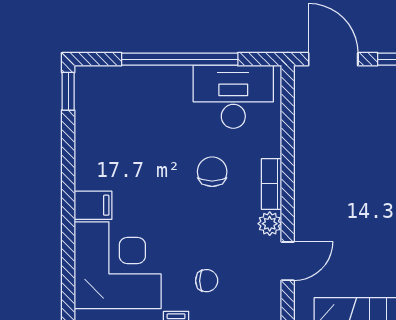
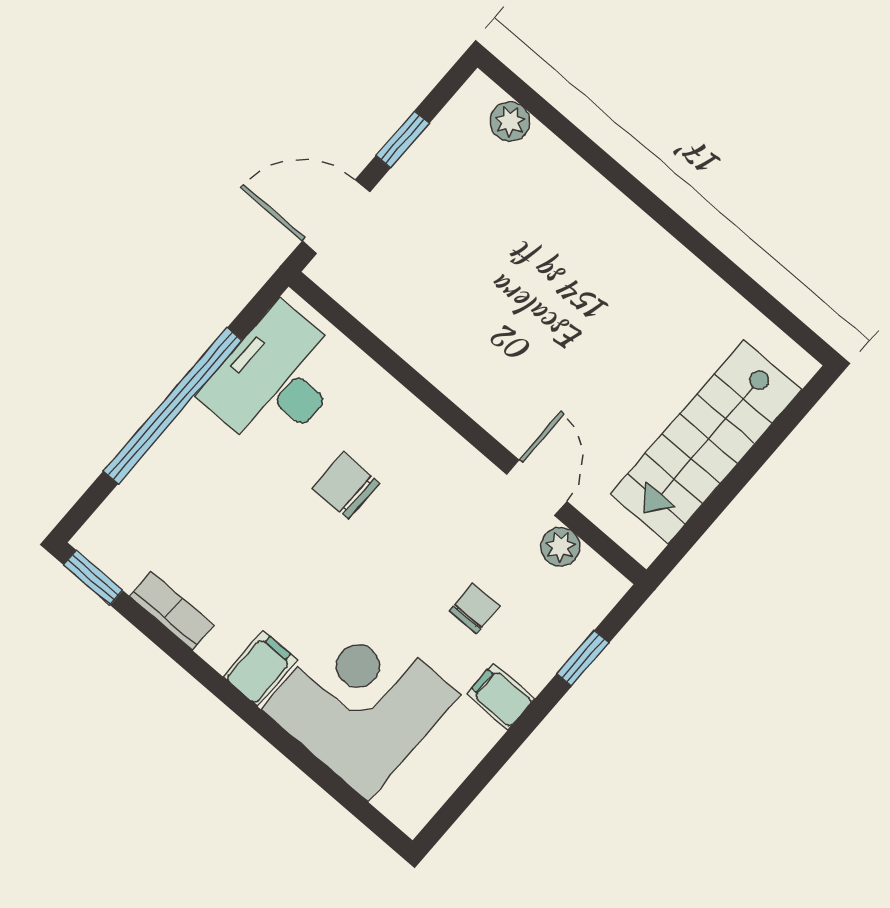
bookcase: (271, 184) -> (172, 611), moved, turned 180
plant: (270, 224) -> (561, 547), moved

